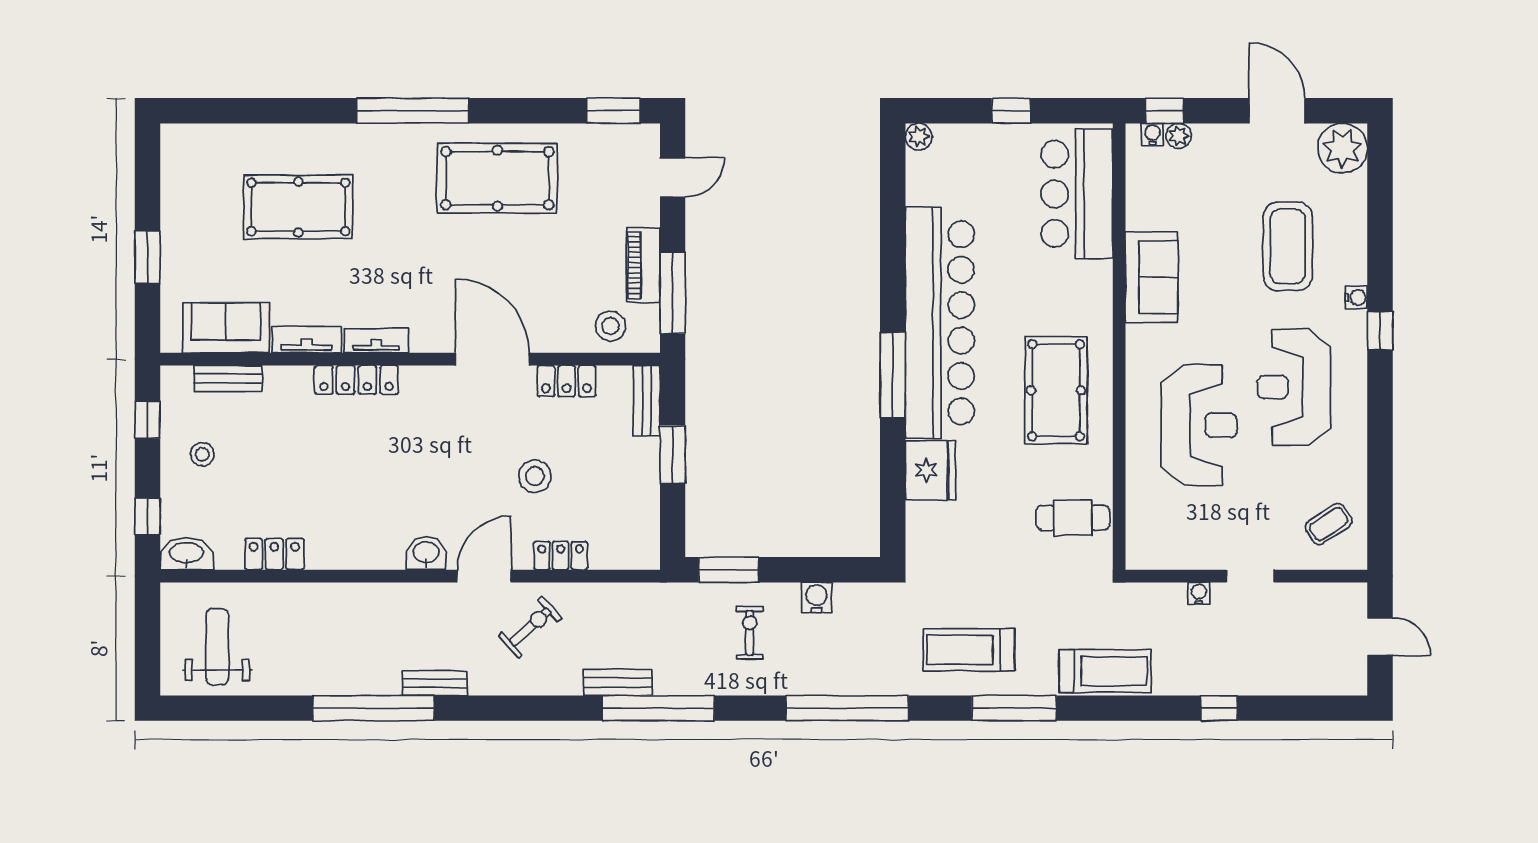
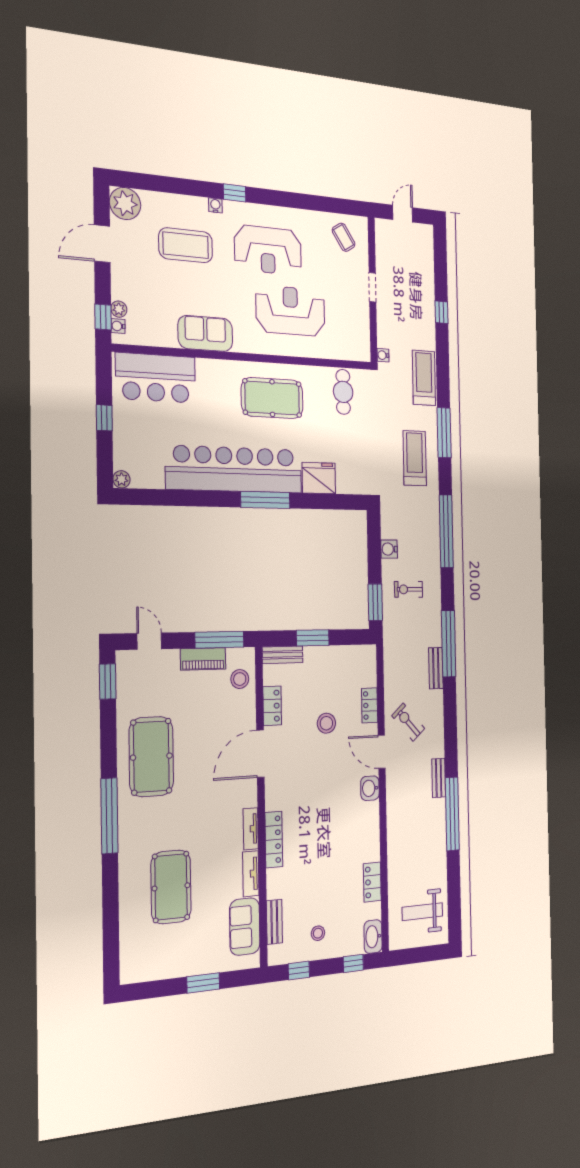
water cooler: (1199, 593) -> (383, 355), moved
treadmill: (969, 650) -> (415, 458), turned 180

